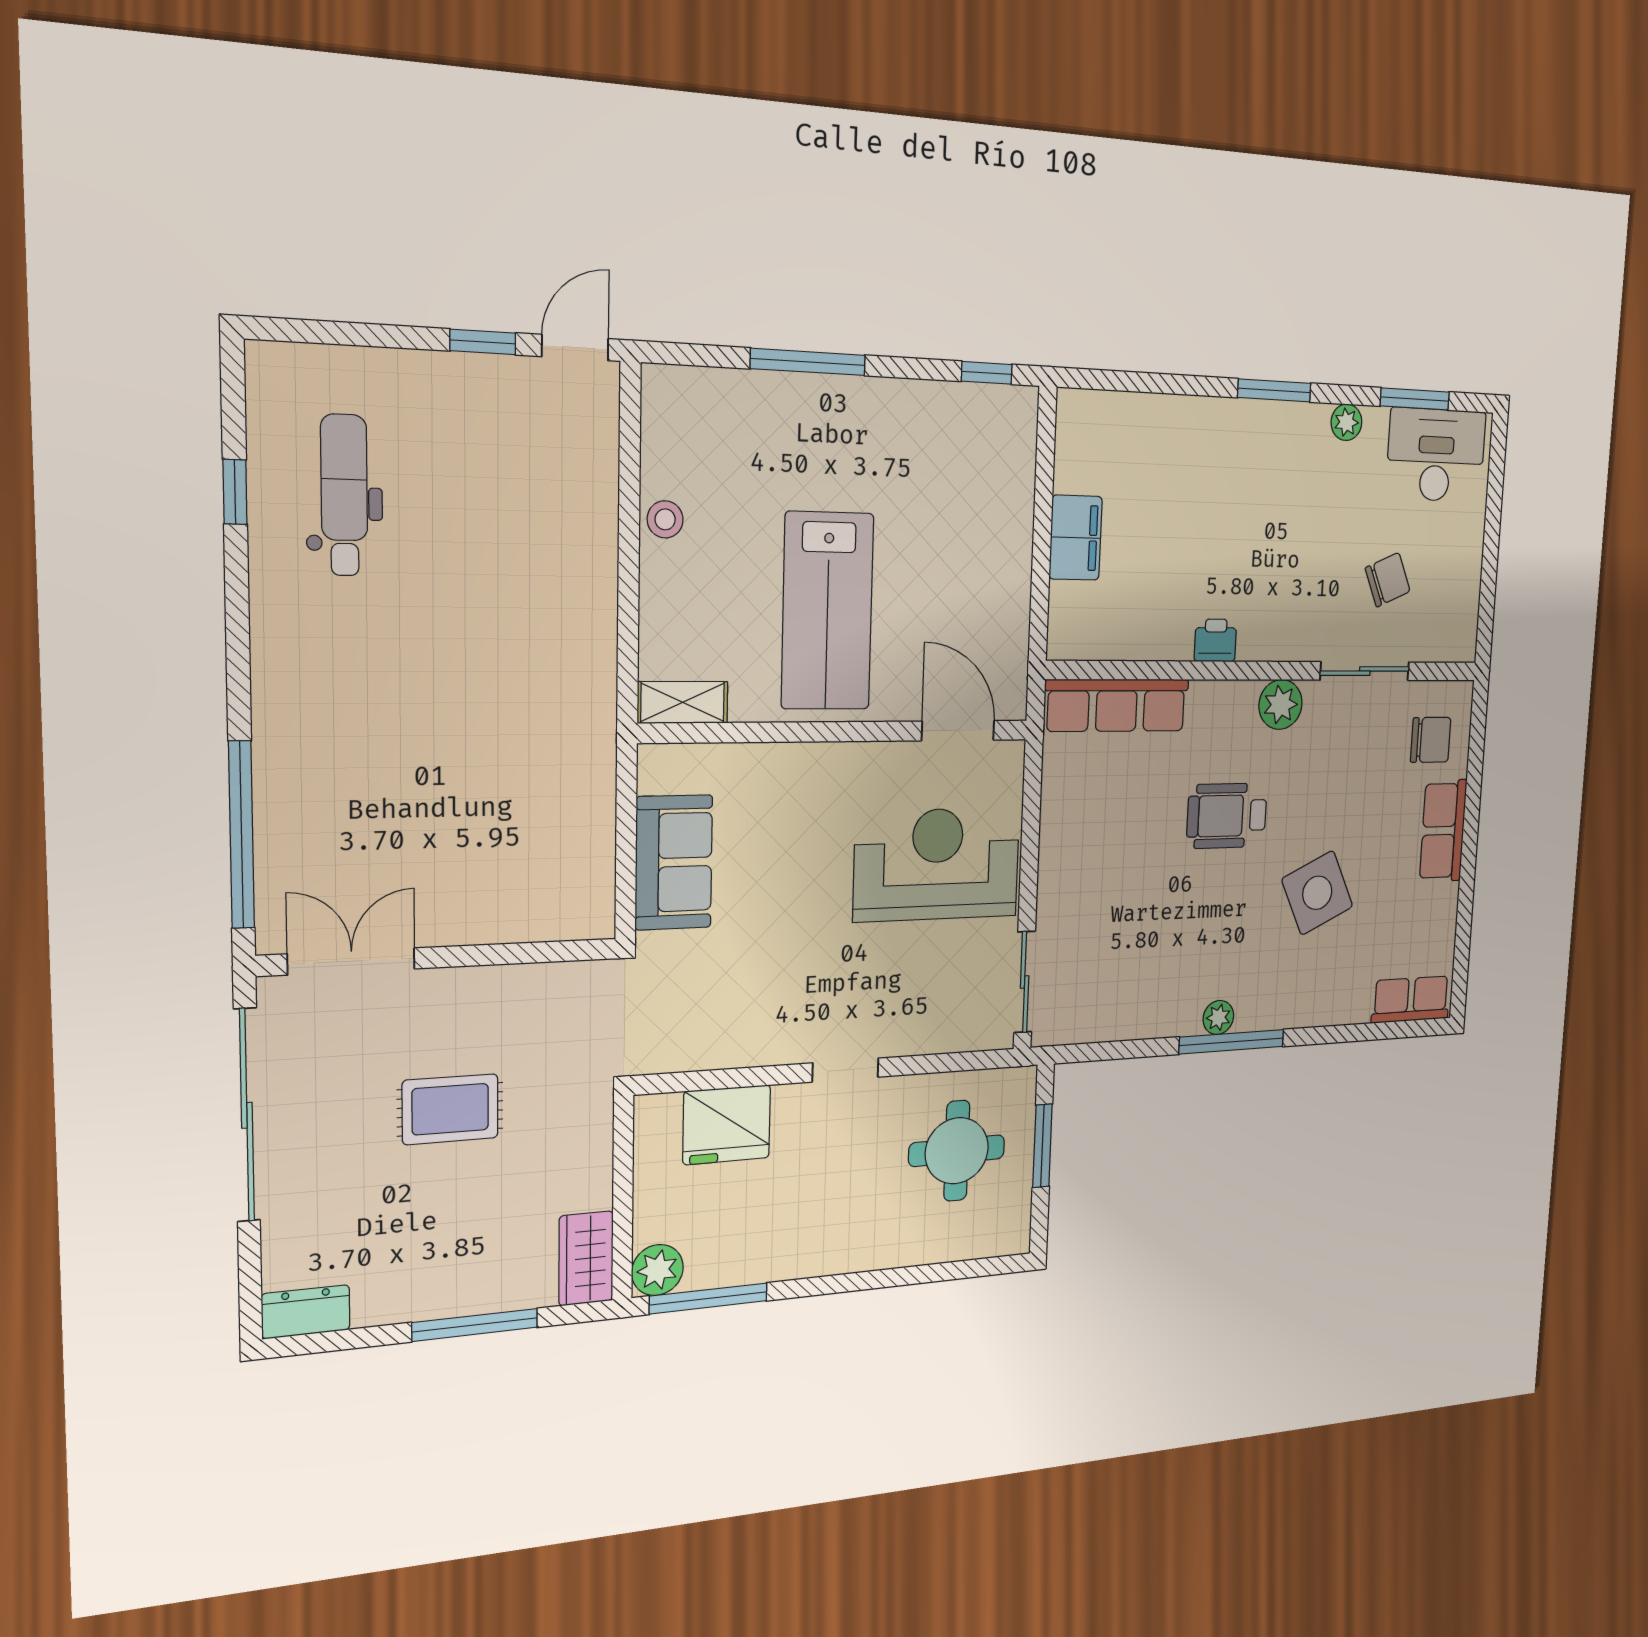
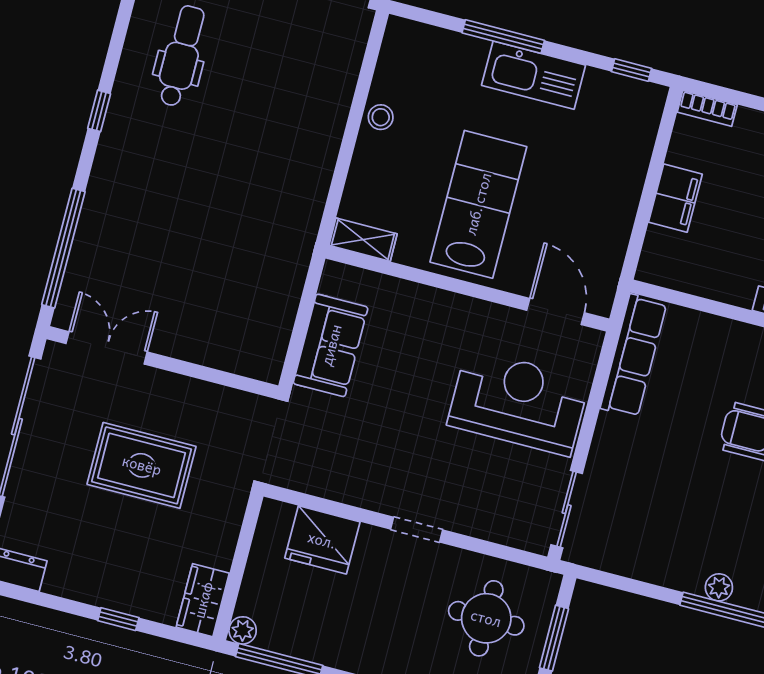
bookcase: (1091, 405) -> (707, 108), added
kitchen sink: (861, 409) -> (534, 75), added
window: (235, 492) -> (99, 111), moved
lab bench: (827, 611) -> (478, 204), turned 180
row of seats: (1117, 705) -> (633, 356), moved, turned -90
rug: (450, 1109) -> (142, 465), width x1.36, depth x1.43
plant: (657, 1270) -> (243, 630), width x0.73, depth x0.73
window: (475, 1325) -> (118, 619), width x0.46

